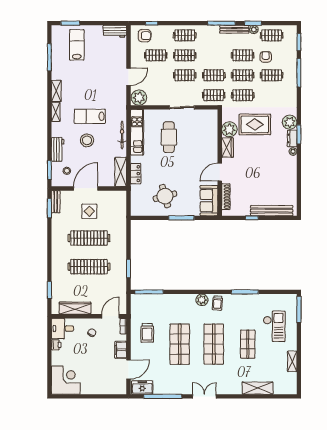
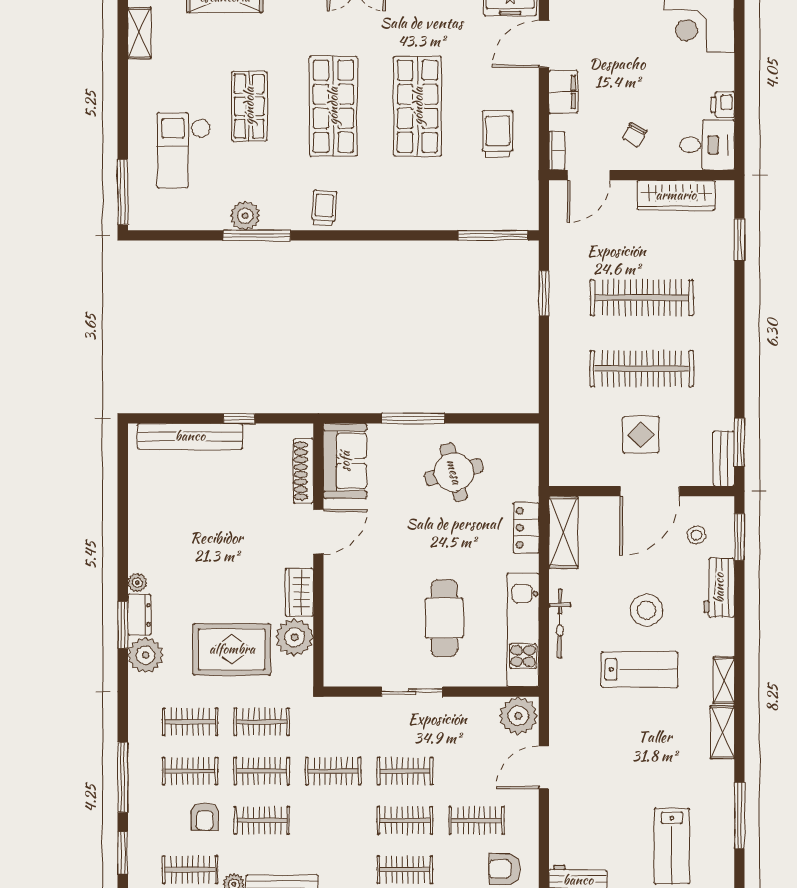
clothes rail: (214, 95) -> (190, 722), moved
plant: (202, 300) -> (245, 216), moved
shelving: (292, 361) -> (139, 33), moved

